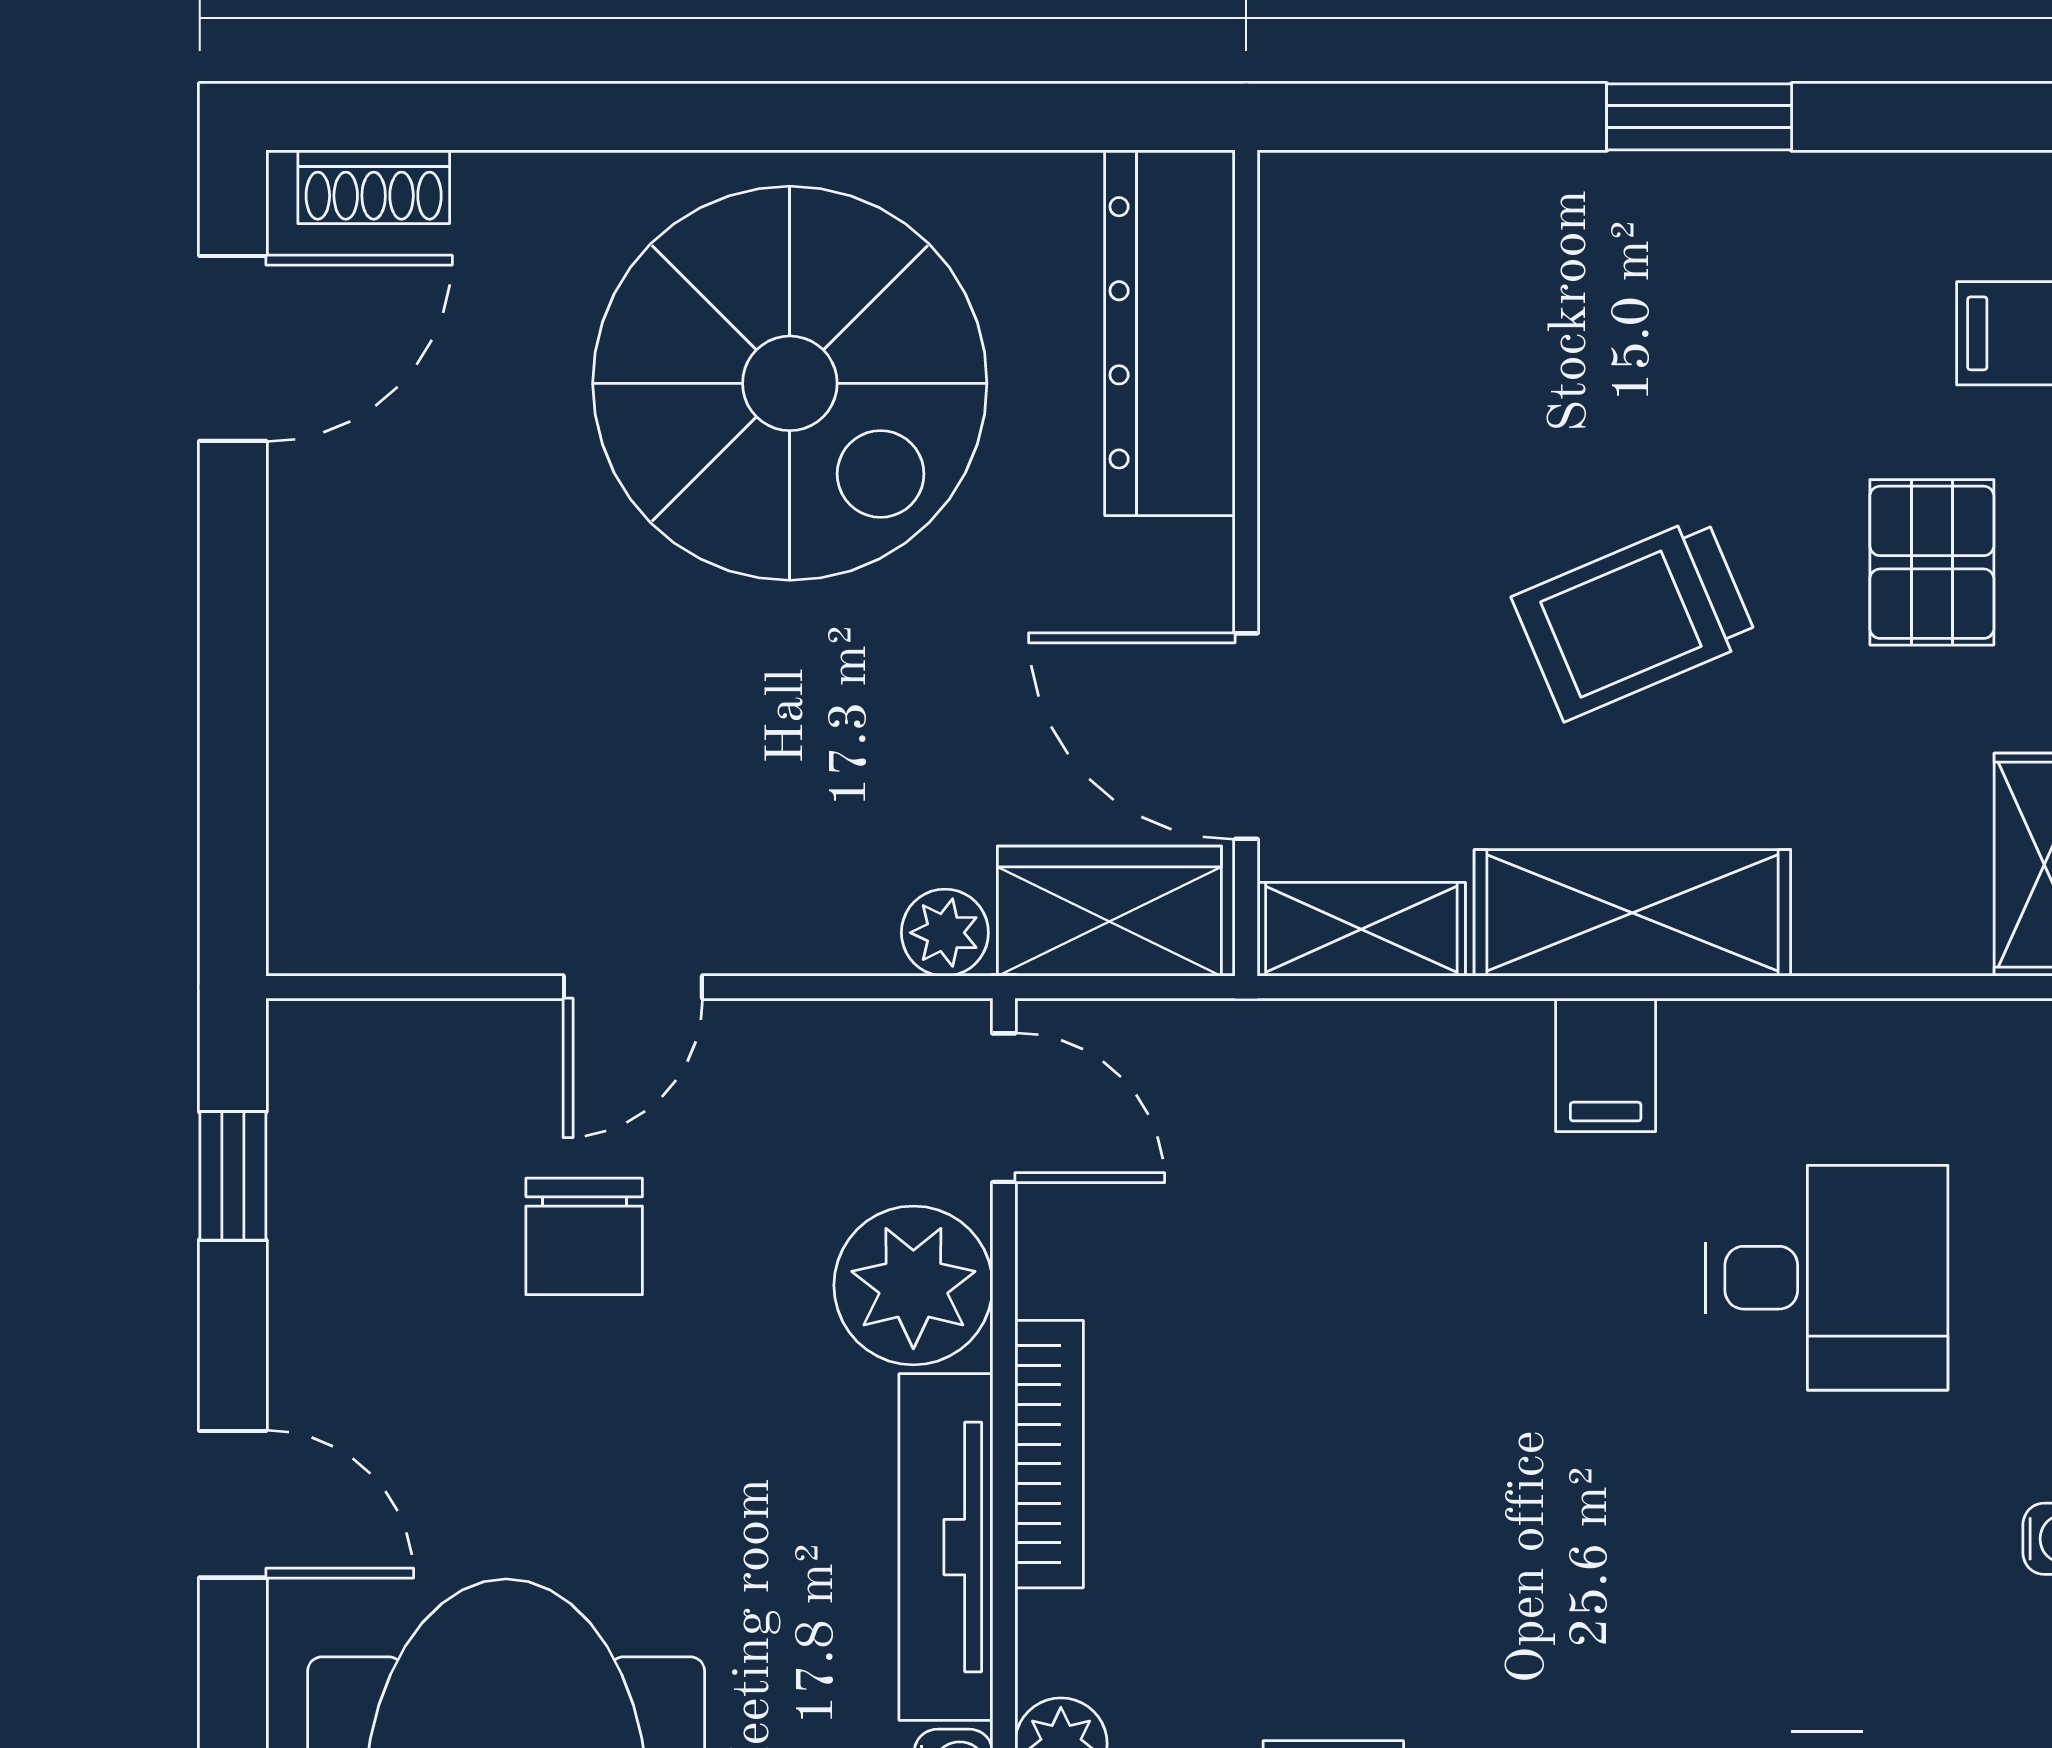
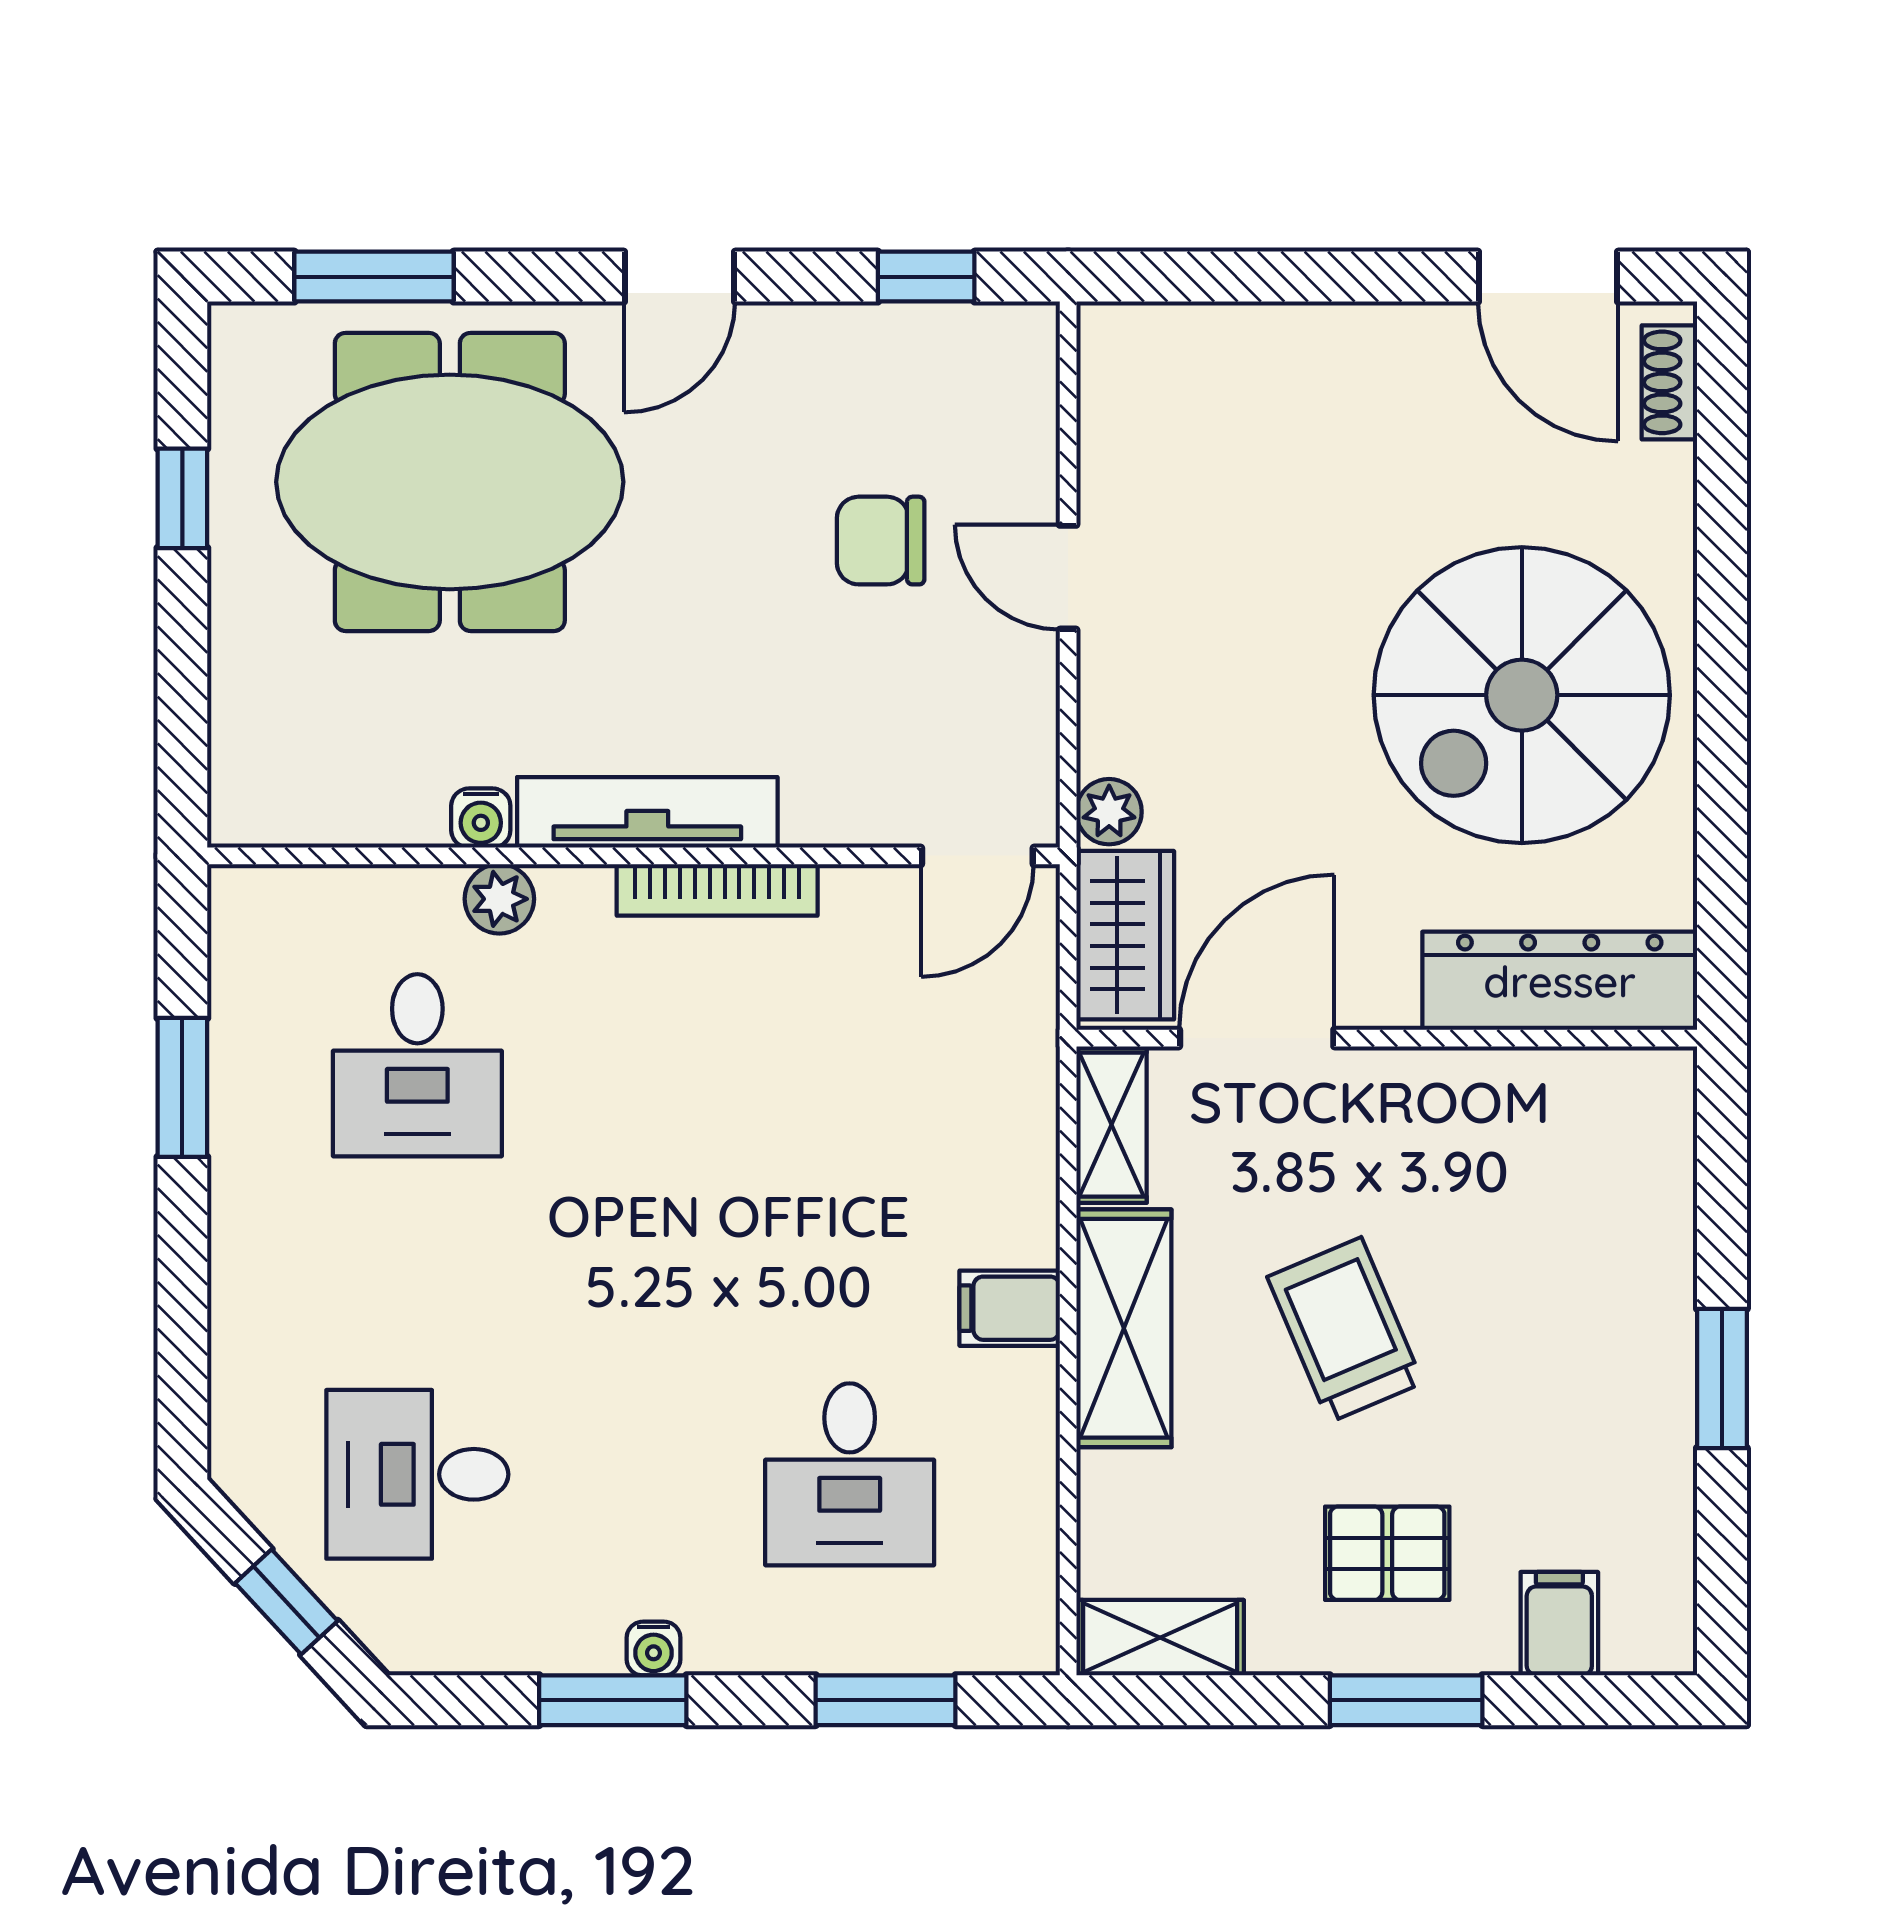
plant: (913, 1285) -> (844, 788), removed

